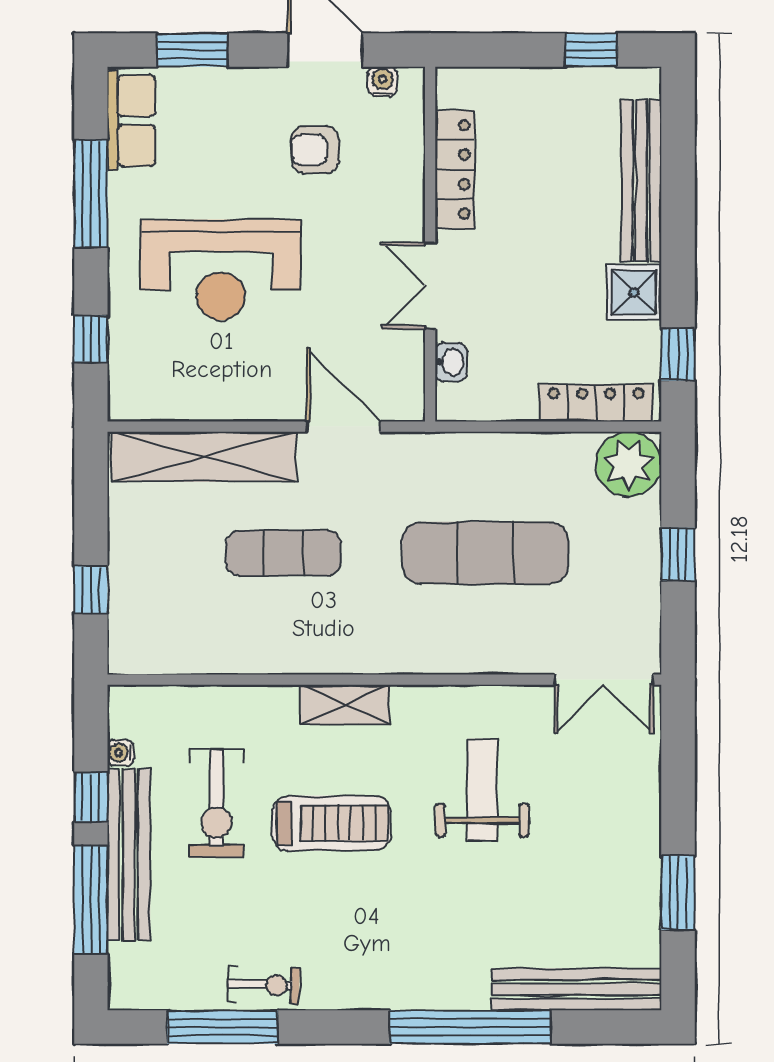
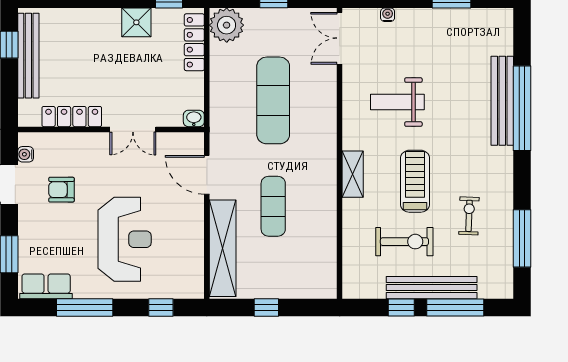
armchair: (315, 150) -> (61, 190), turned 90
bench: (641, 181) -> (28, 56), moved, turned 90
washbasin: (451, 362) -> (194, 118), moved
door: (343, 427) -> (207, 175), hinge flipped
window: (91, 590) -> (266, 307), moved
double door: (604, 680) -> (340, 38), swing flipped
water cooler: (121, 752) -> (388, 15), moved, turned 180
exercise bike: (263, 985) -> (469, 216), moved
bench: (577, 989) -> (502, 101), moved

